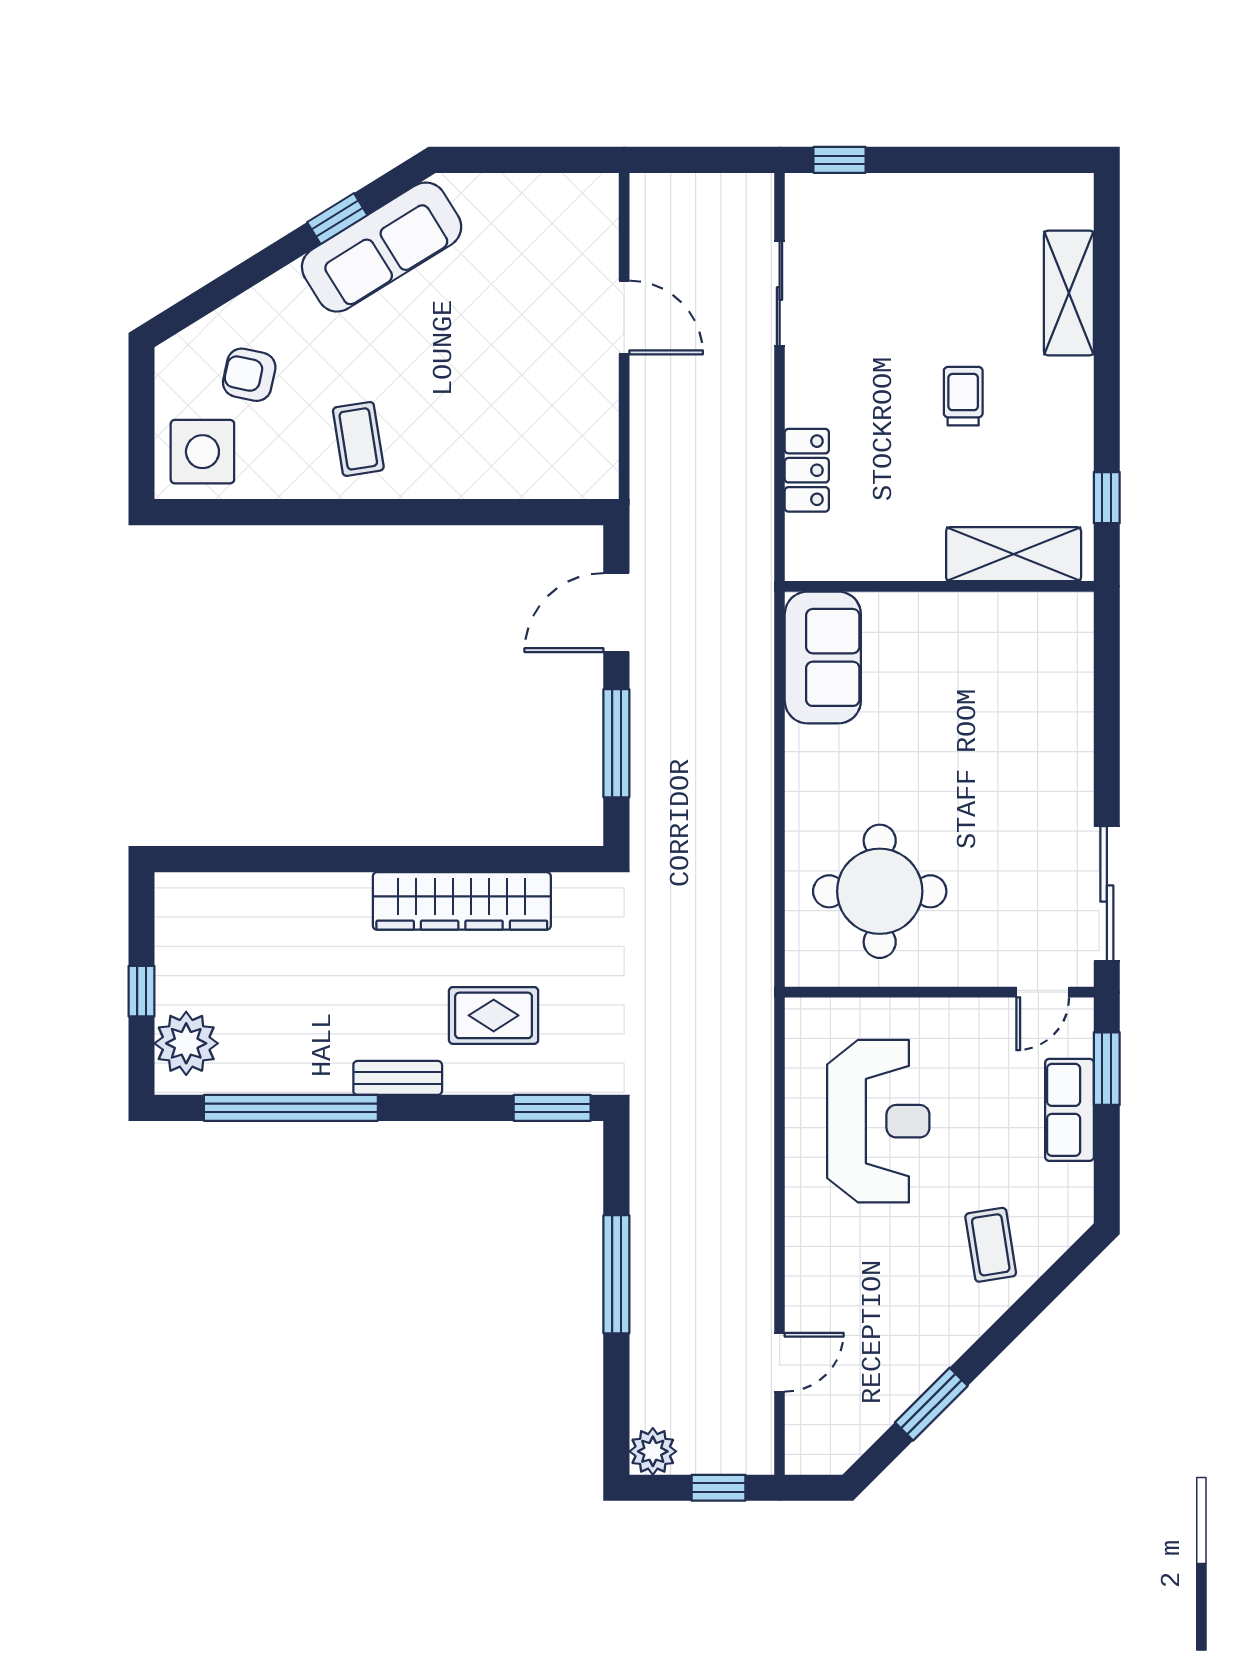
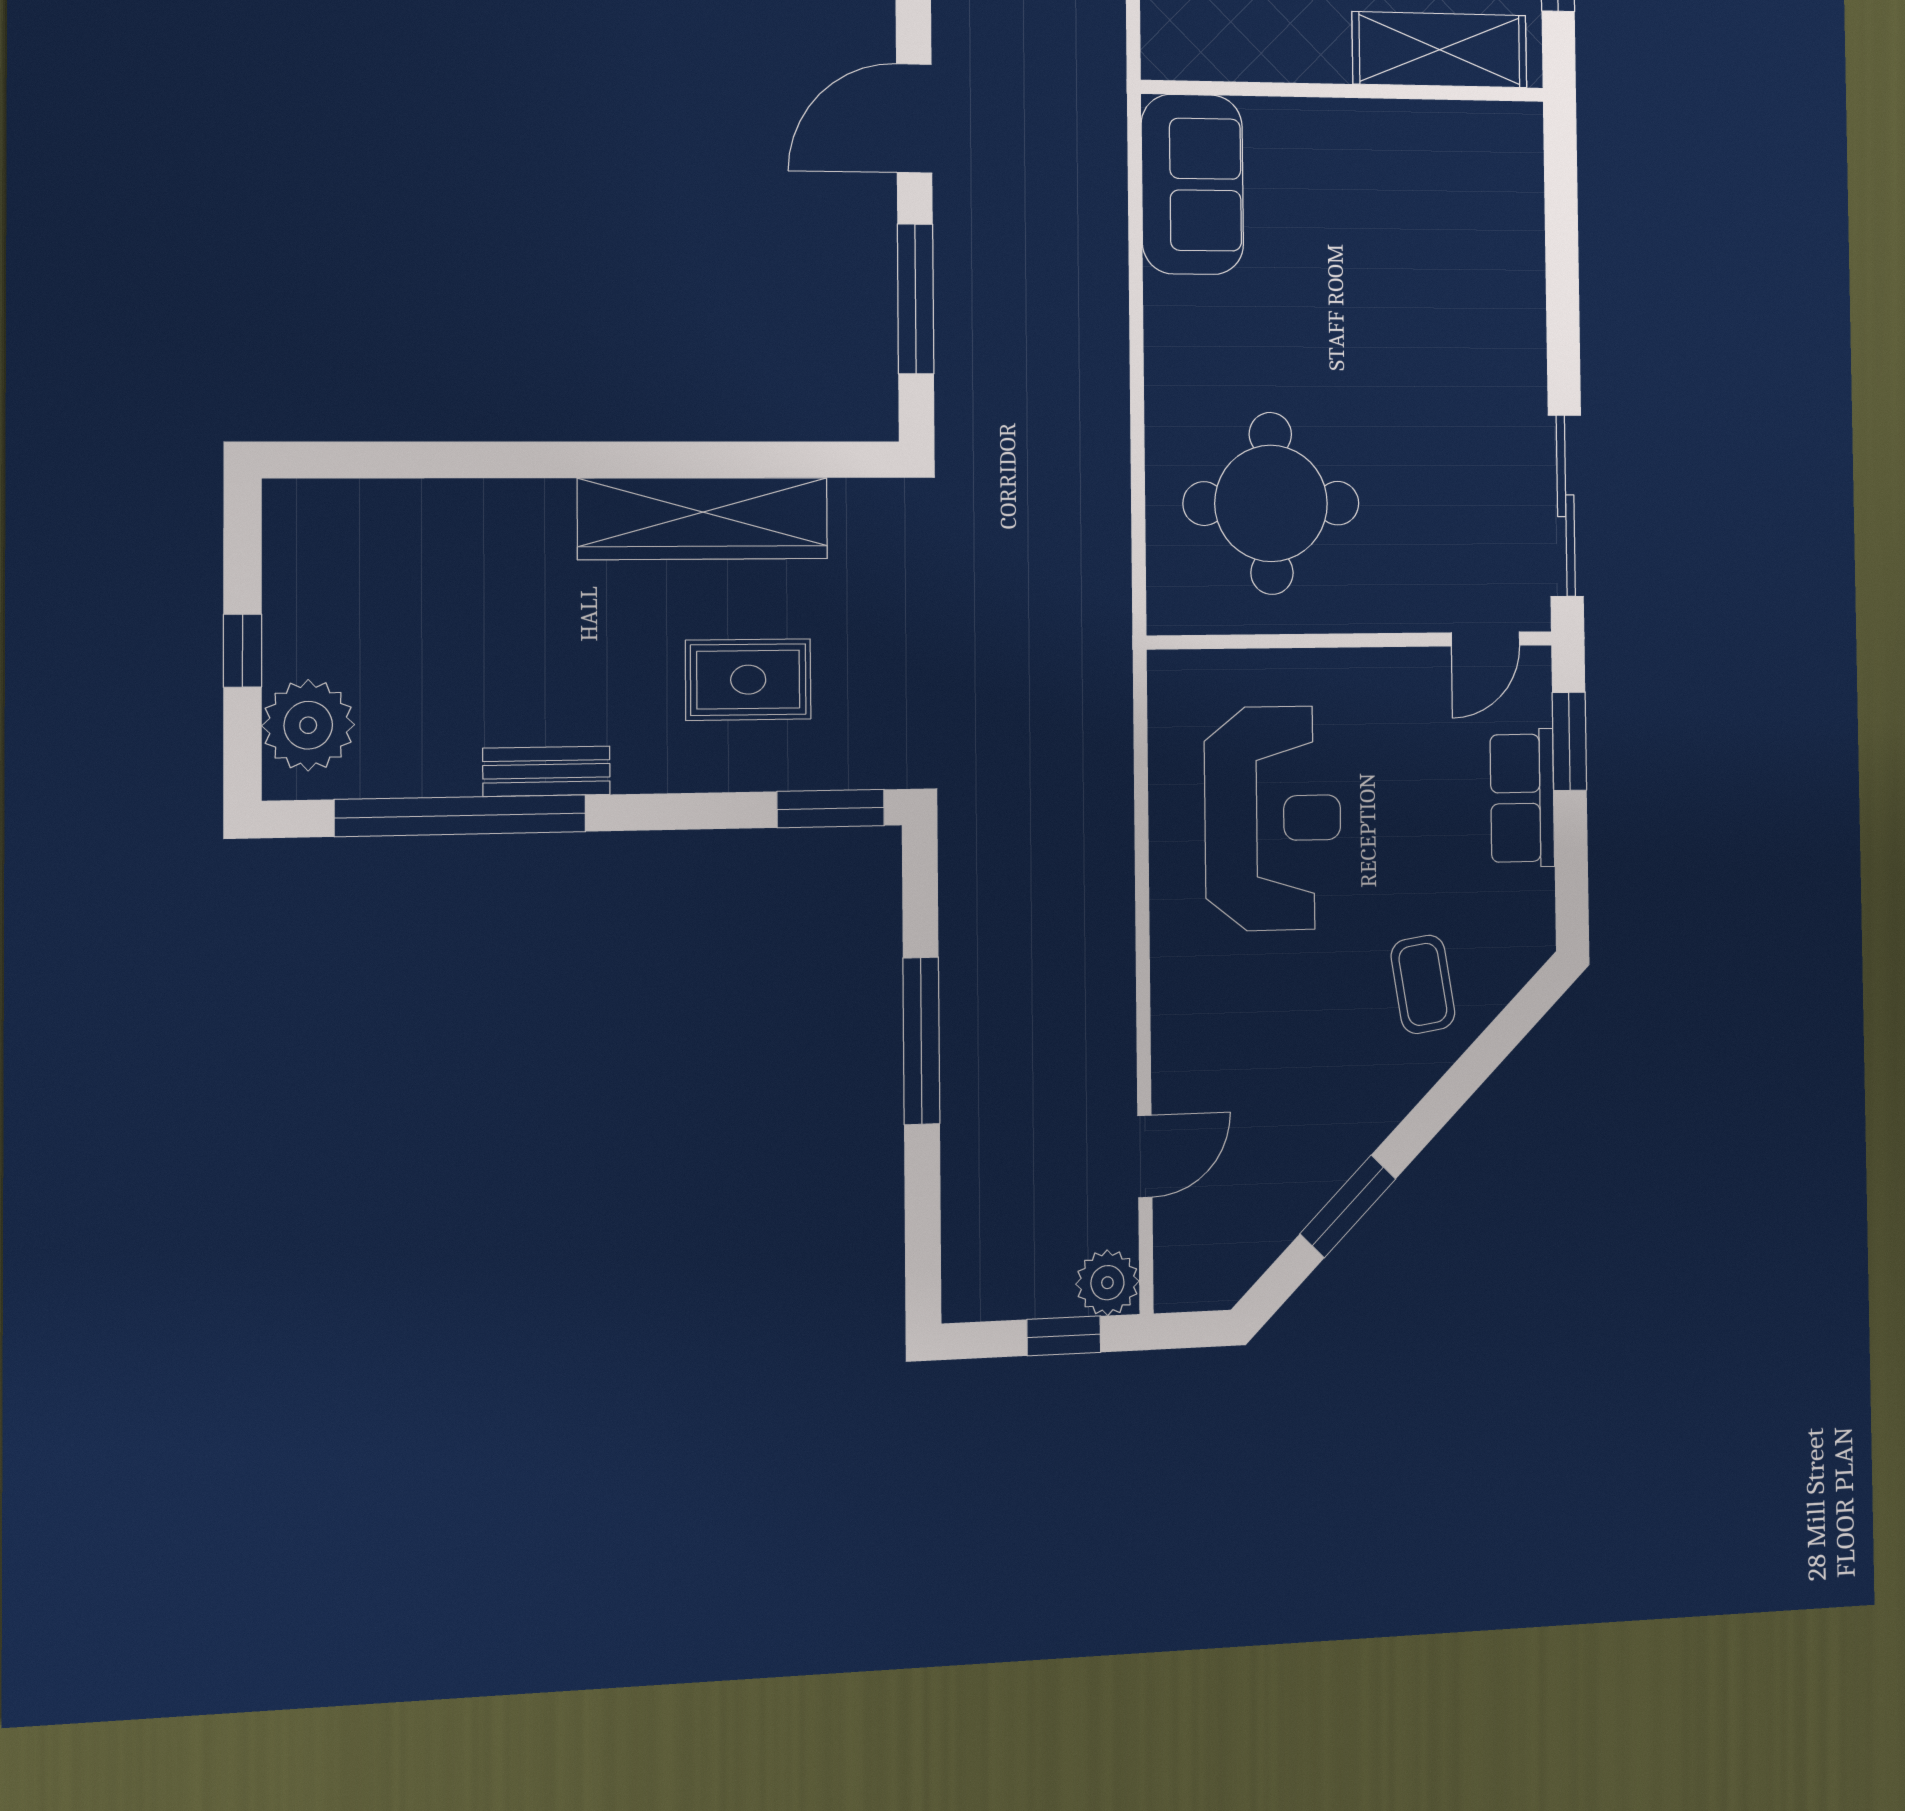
bench: (398, 1078) -> (546, 771), moved
plant: (653, 1451) -> (1107, 1283), moved

